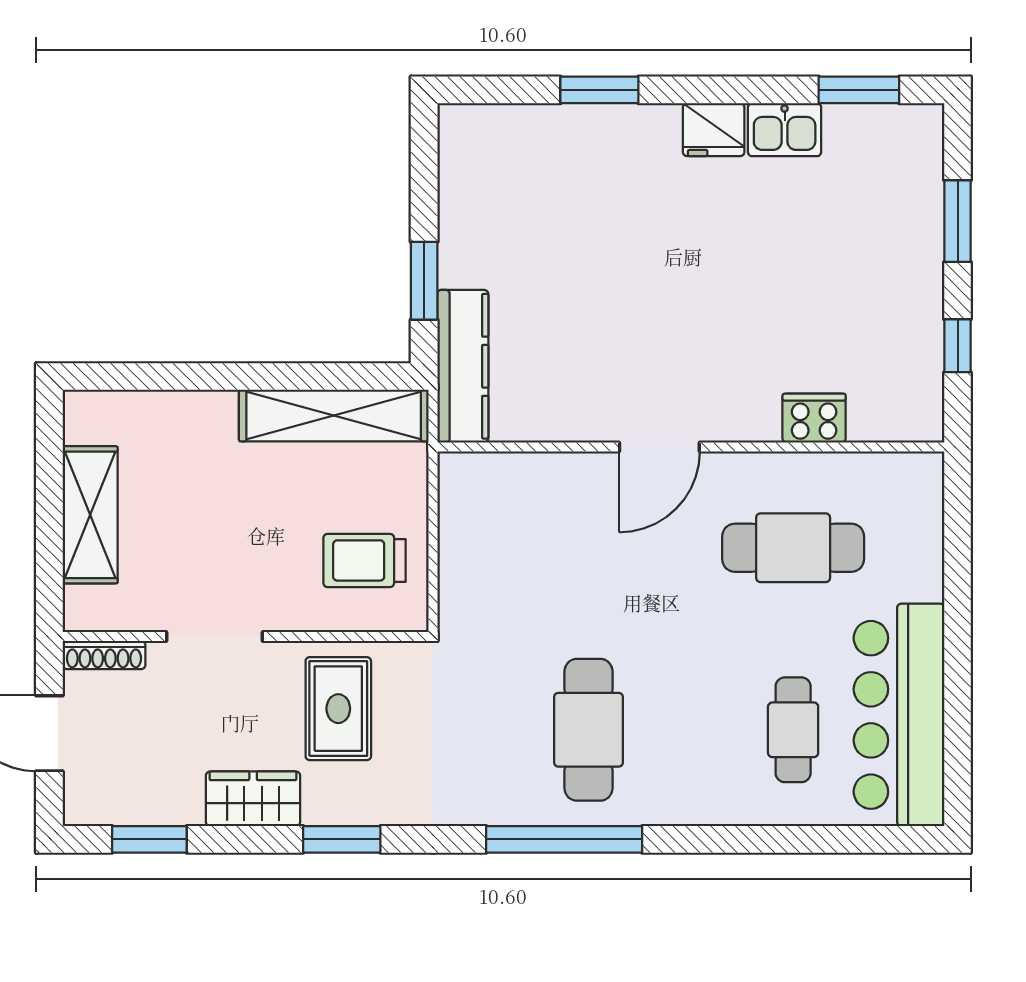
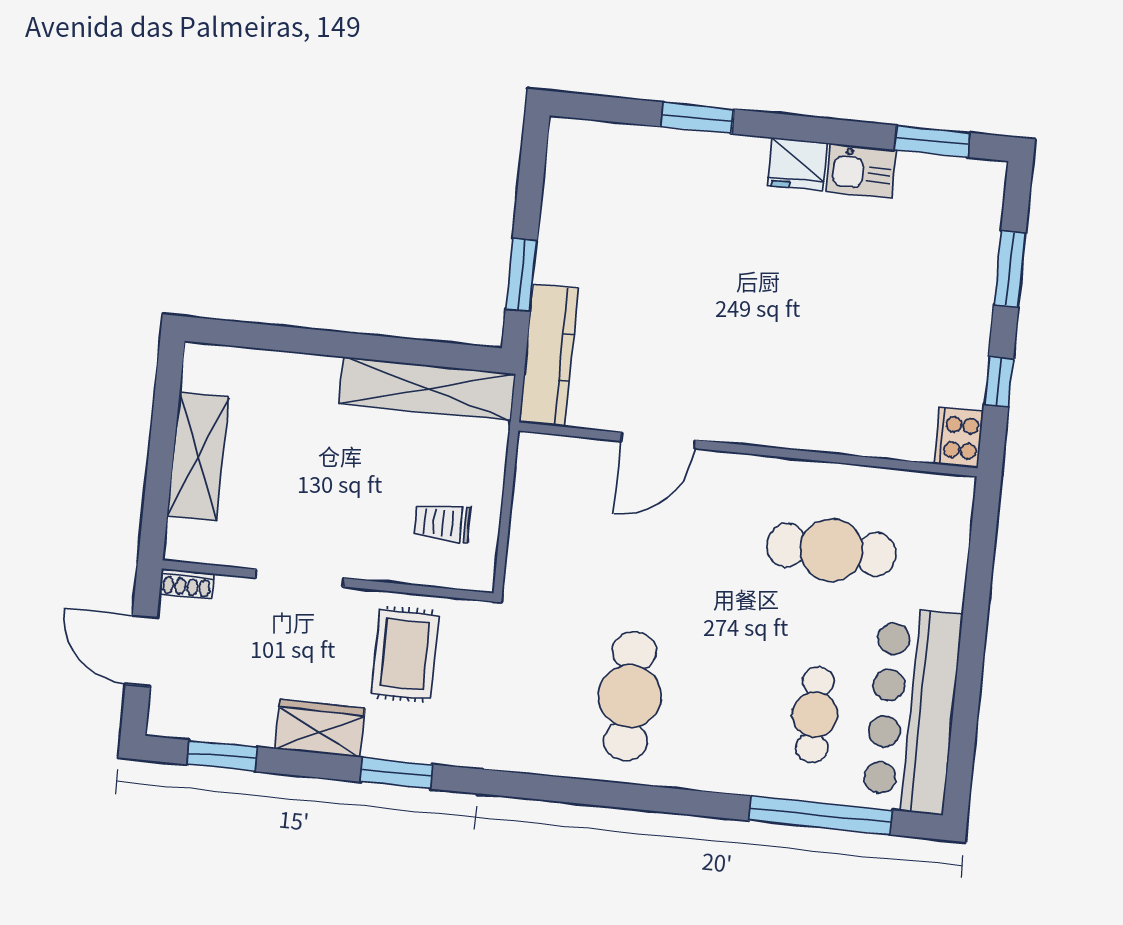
cooker: (814, 418) -> (958, 437), moved, turned -90
door: (659, 447) -> (658, 440), moved
trolley: (364, 560) -> (442, 523), width x0.73, depth x0.72
shoe rack: (104, 655) -> (187, 584), width x0.70
window: (564, 839) -> (821, 815), moved

